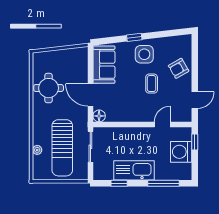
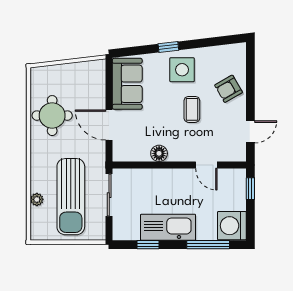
floor lamp: (99, 116) -> (159, 153), moved
door: (162, 125) -> (206, 165), swing flipped
washing machine: (181, 152) -> (232, 226), moved

